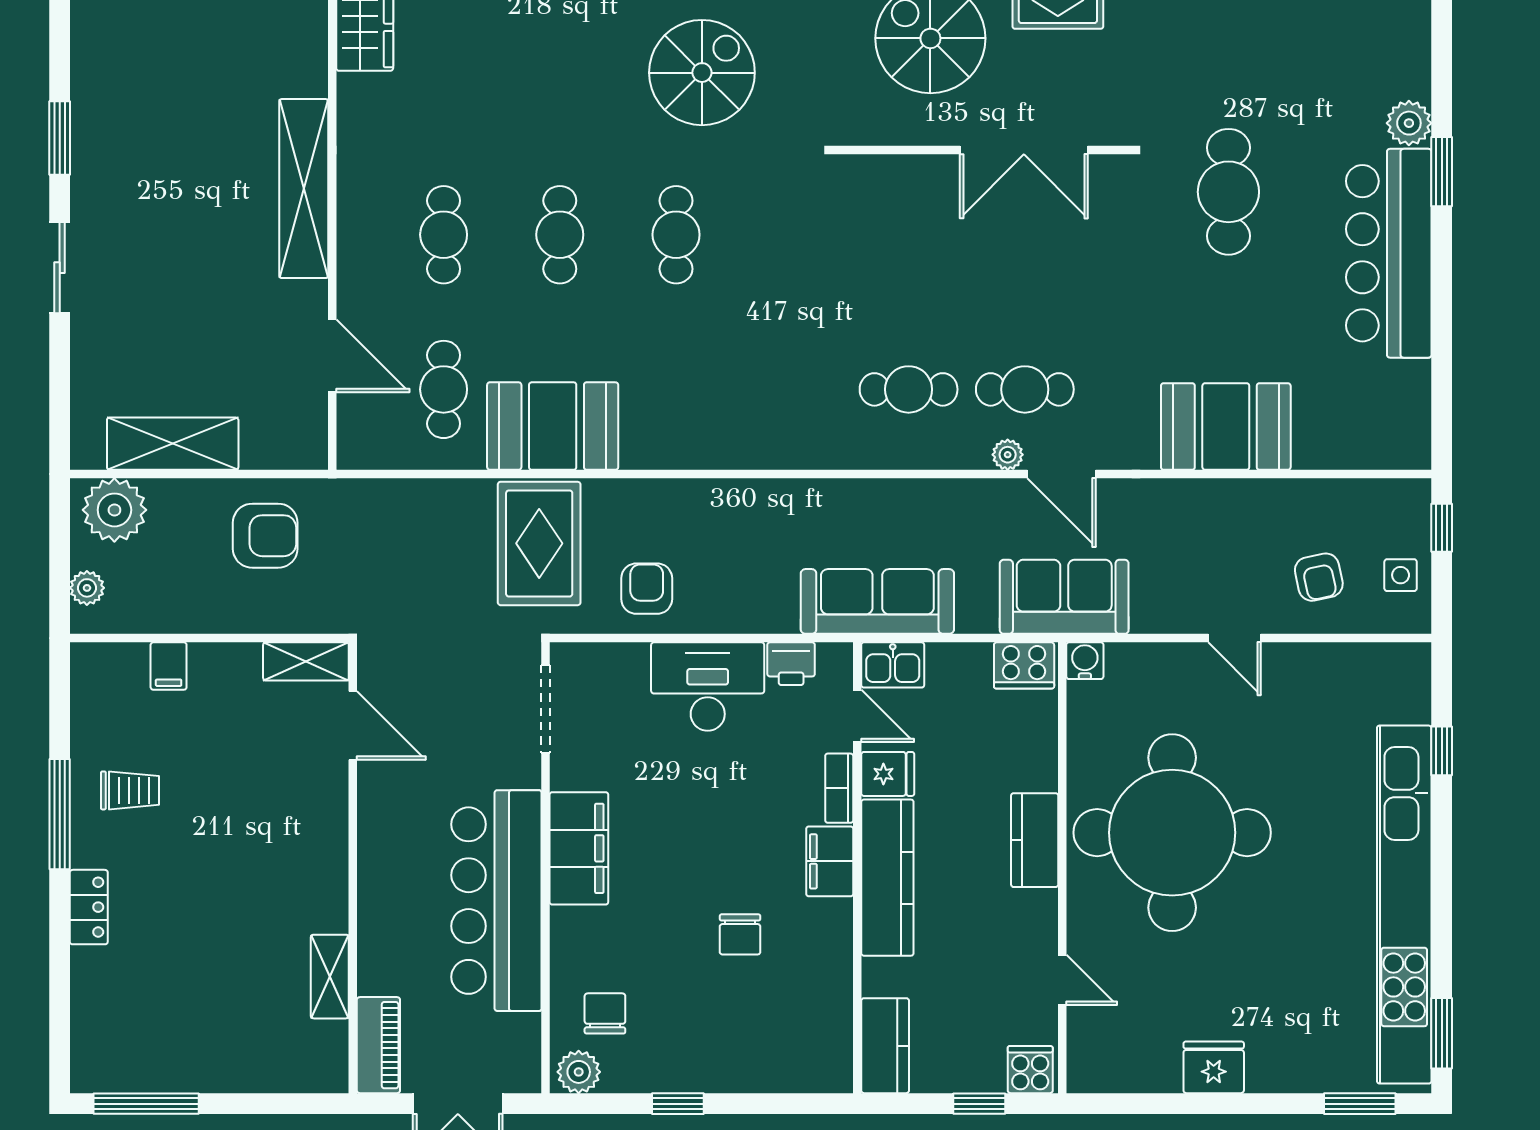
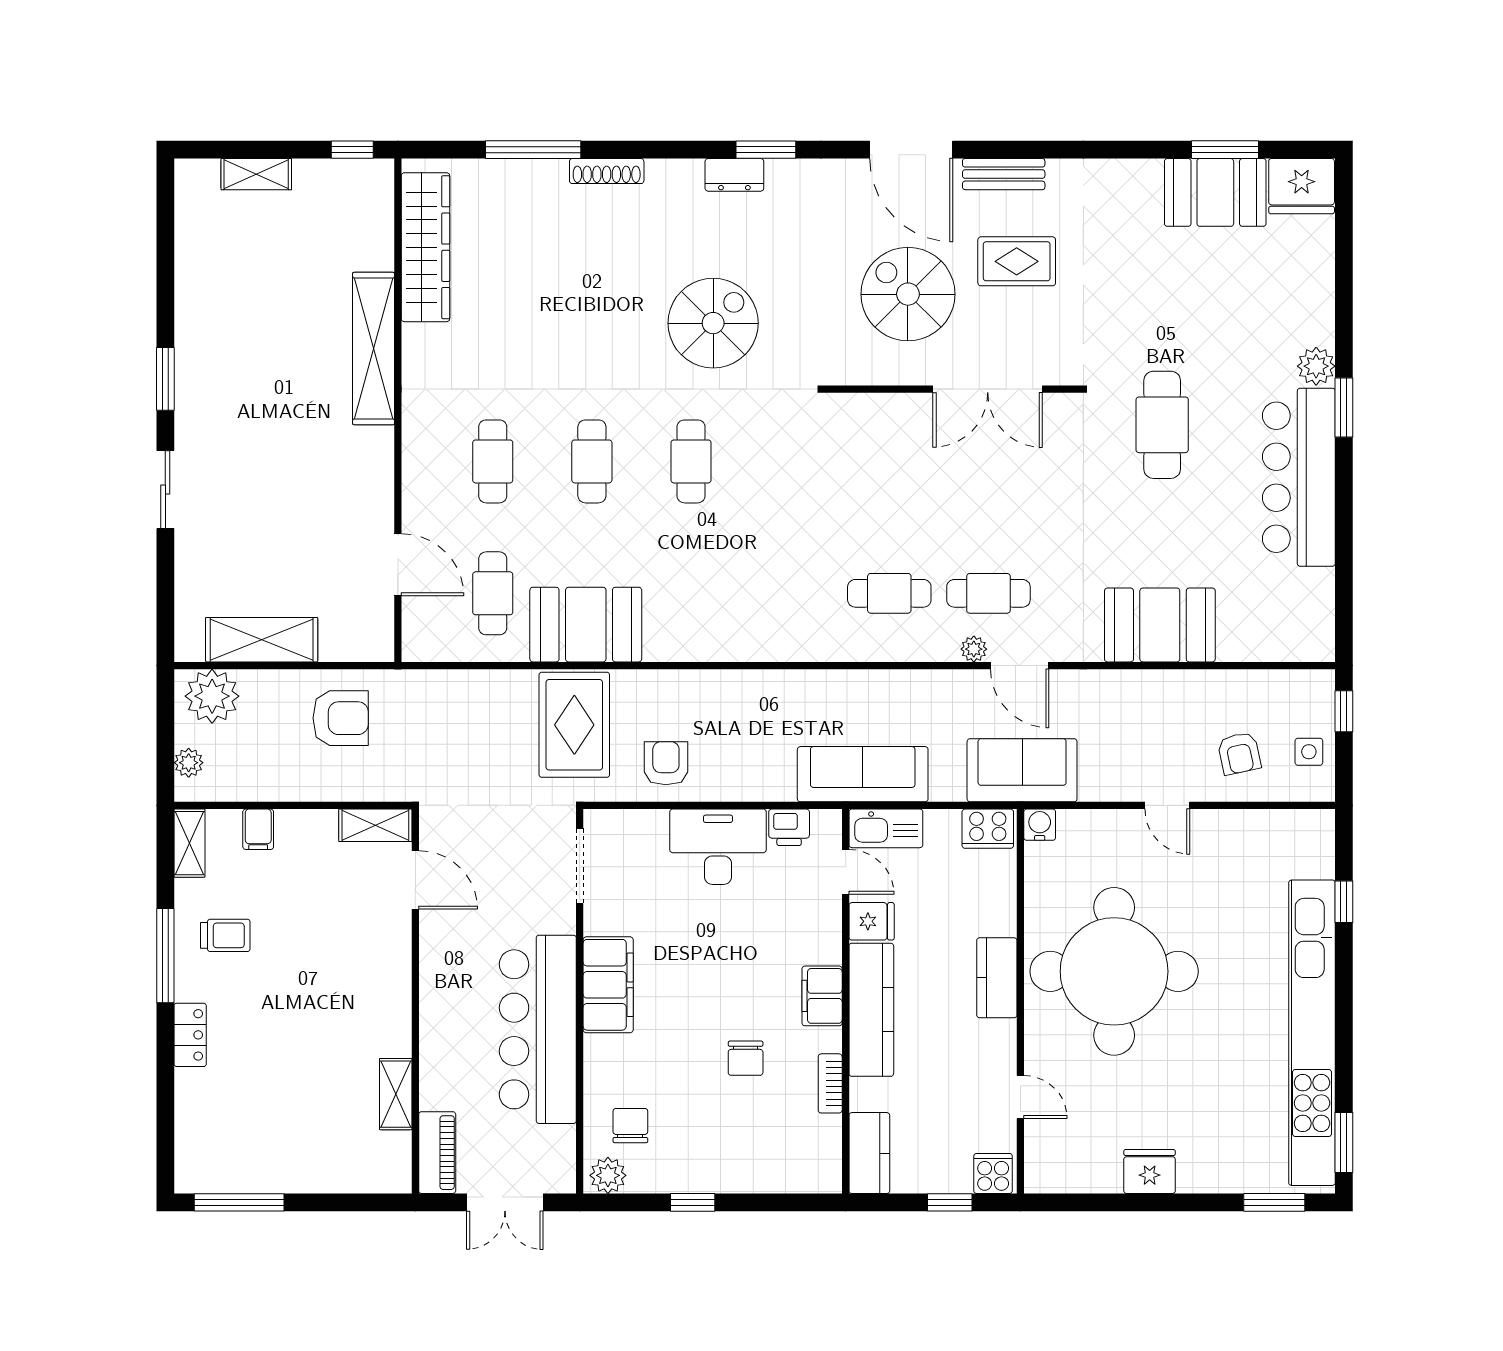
shelving: (304, 189) -> (374, 349), moved
kitchen sink: (893, 665) -> (886, 828), width x1.38
shelving: (88, 682) -> (189, 843), added
bookcase: (839, 788) -> (830, 1083), moved

